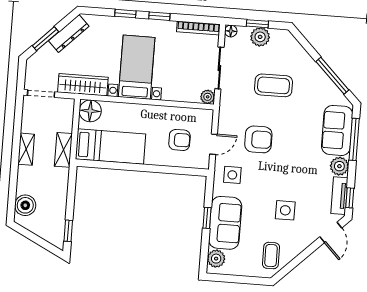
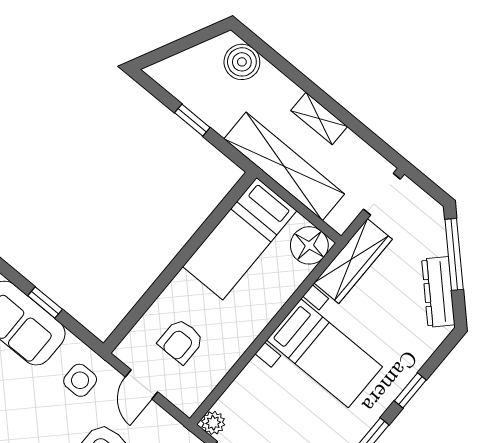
window: (45, 39) -> (454, 254), width x1.44
shelving: (63, 150) -> (284, 166), width x2.20, depth x1.33
window: (68, 231) -> (192, 120), moved

